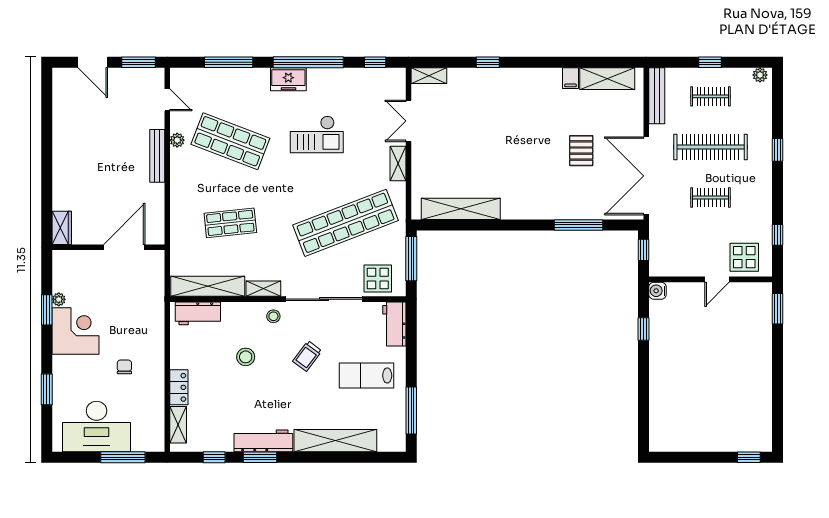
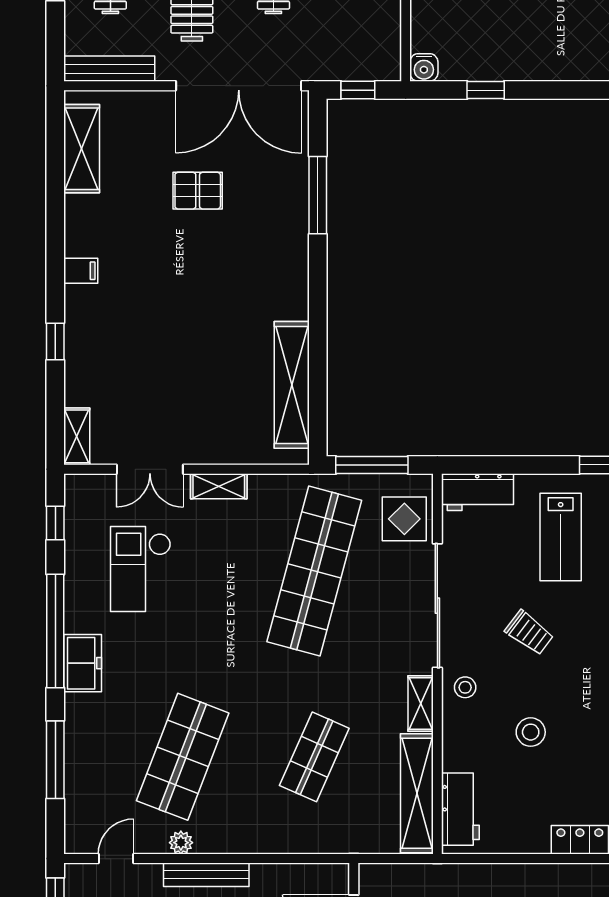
filing cabinet: (570, 78) -> (81, 271), moved
checkout: (317, 134) -> (141, 569), moved, turned 180
shop shelf: (230, 223) -> (314, 757), turned 30
shop shelf: (346, 223) -> (314, 571), turned 36

